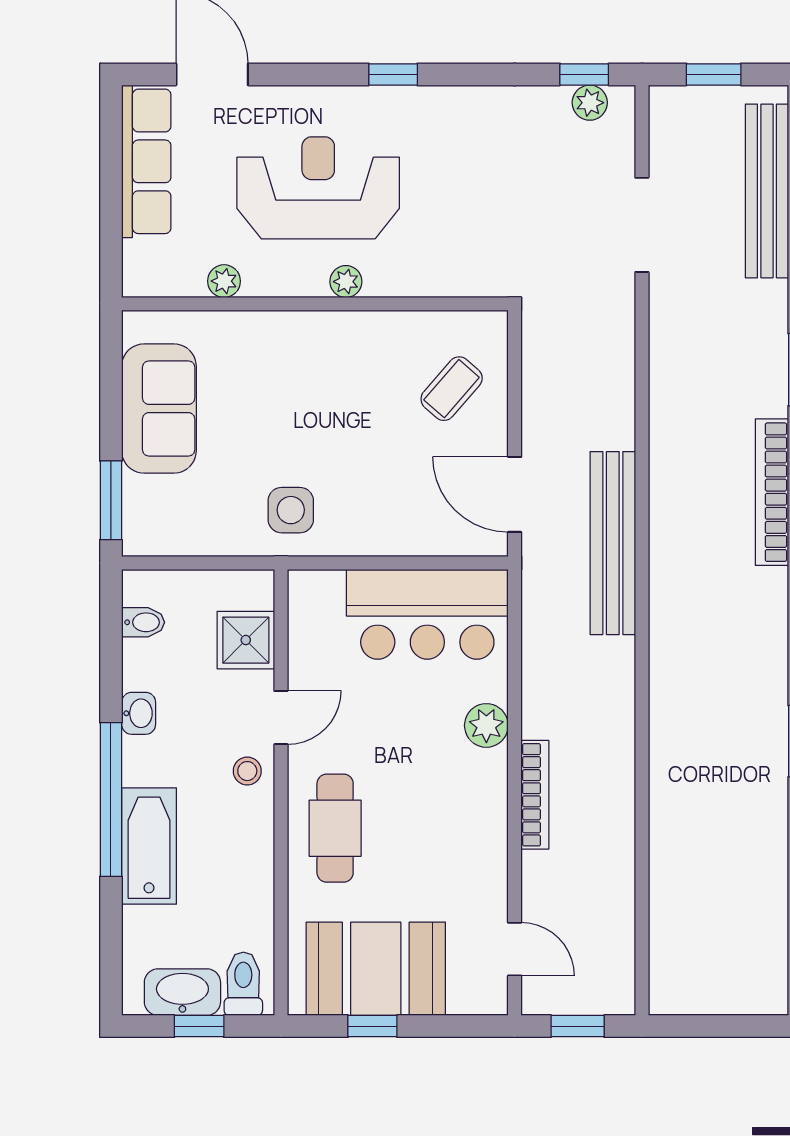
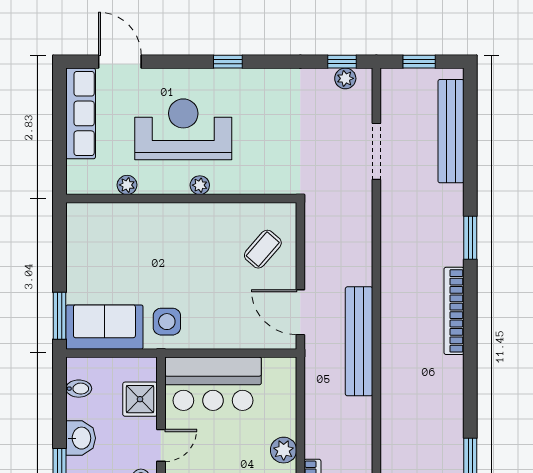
sofa: (159, 409) -> (104, 327), moved, turned -90
bar counter: (427, 614) -> (213, 384), moved
washbasin: (139, 713) -> (81, 438), width x1.38, depth x1.45

